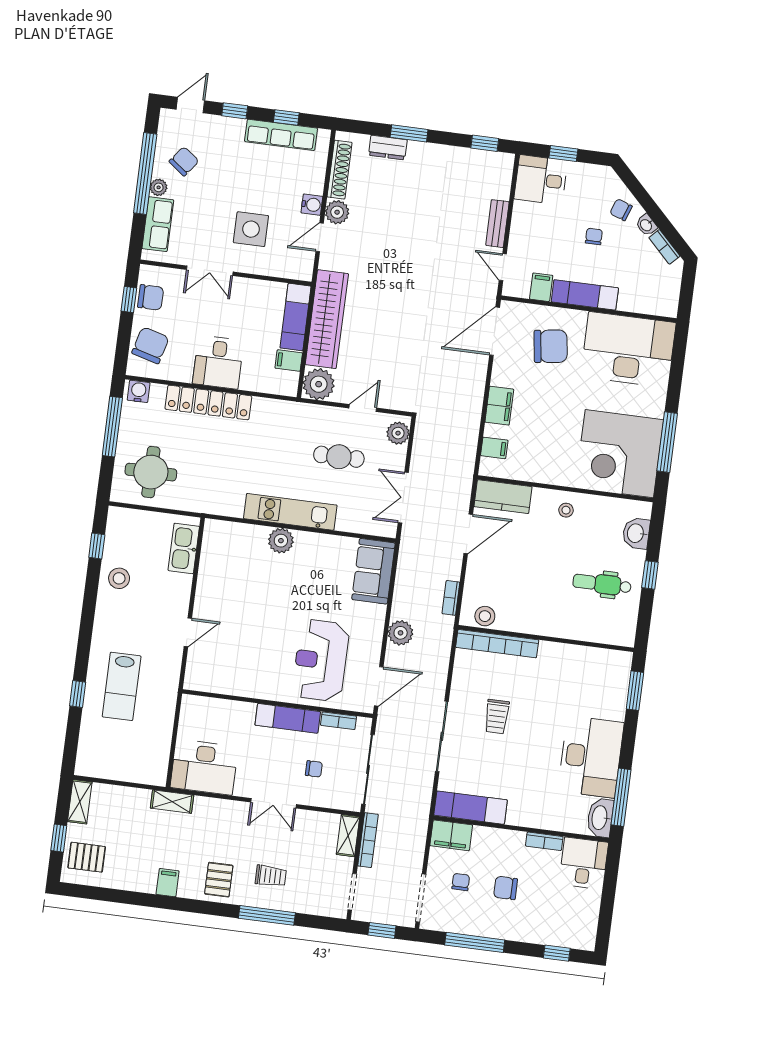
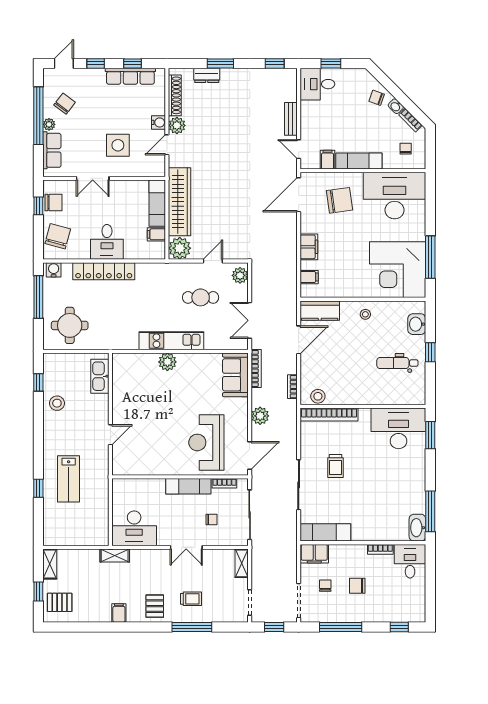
chair: (594, 236) -> (406, 149), moved
desk: (591, 757) -> (398, 428), moved, turned -90
bookcase: (368, 840) -> (256, 368), moved

